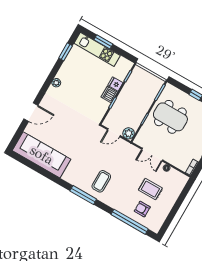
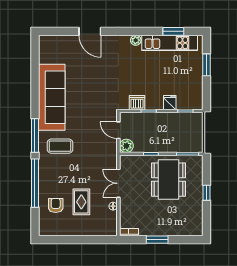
kitchen unit: (97, 49) -> (170, 43), moved, turned -90
dishwasher: (109, 95) -> (137, 103), moved
sofa: (42, 155) -> (52, 97), moved
window: (130, 222) -> (35, 183), moved

